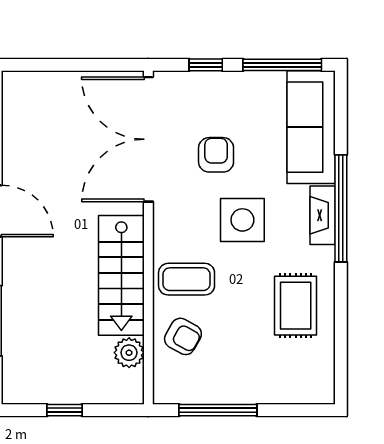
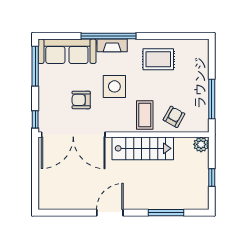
window: (206, 65) -> (35, 119), moved
plant: (129, 353) -> (201, 144), moved

